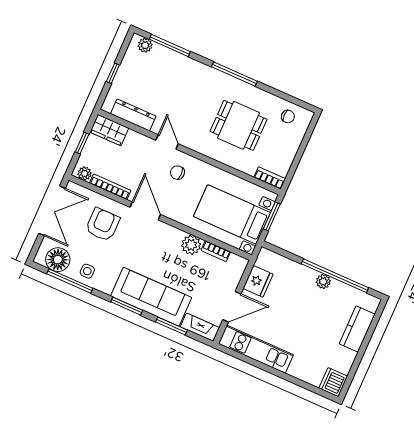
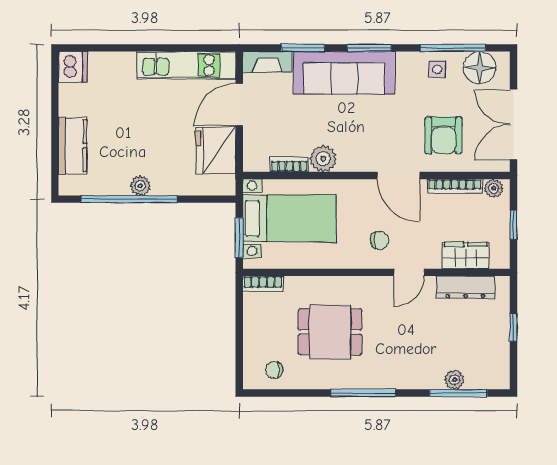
plant: (145, 45) -> (455, 380), moved
wardrobe: (109, 130) -> (466, 256), moved
door: (167, 142) -> (409, 272), hinge flipped
fridge: (258, 281) -> (216, 150), width x1.36, depth x1.34

